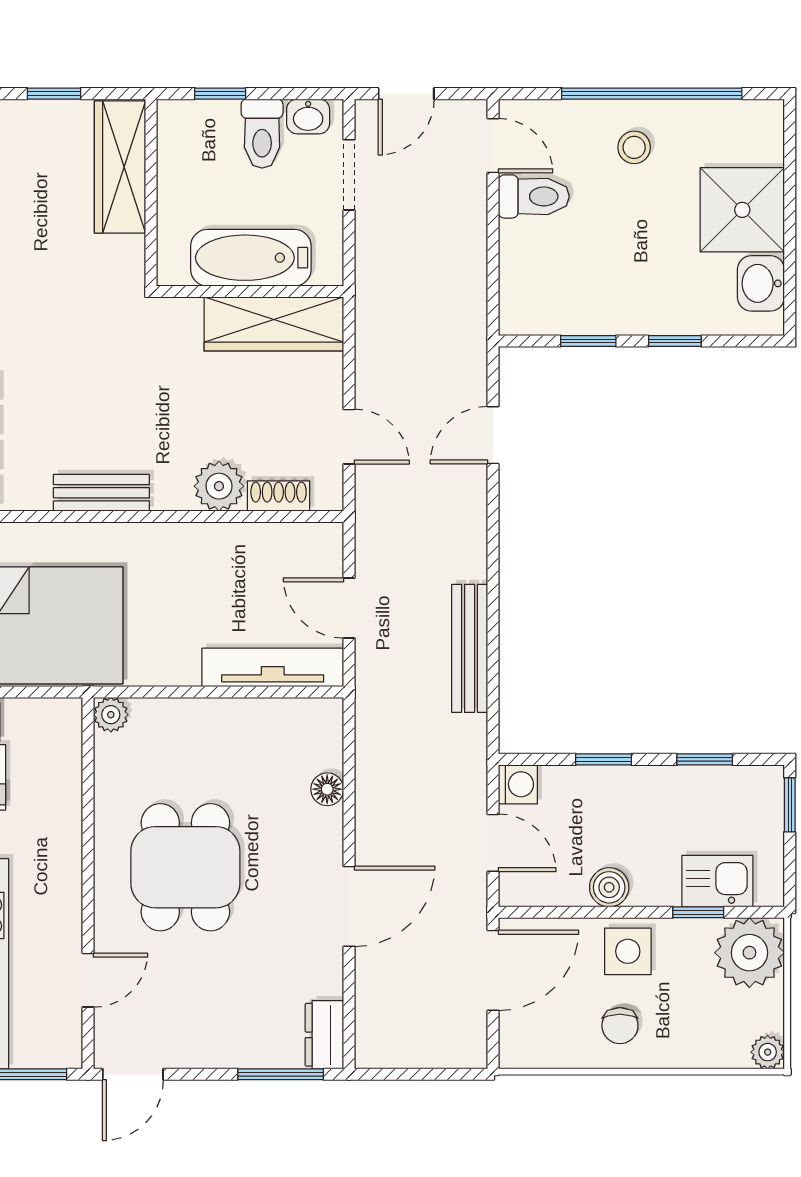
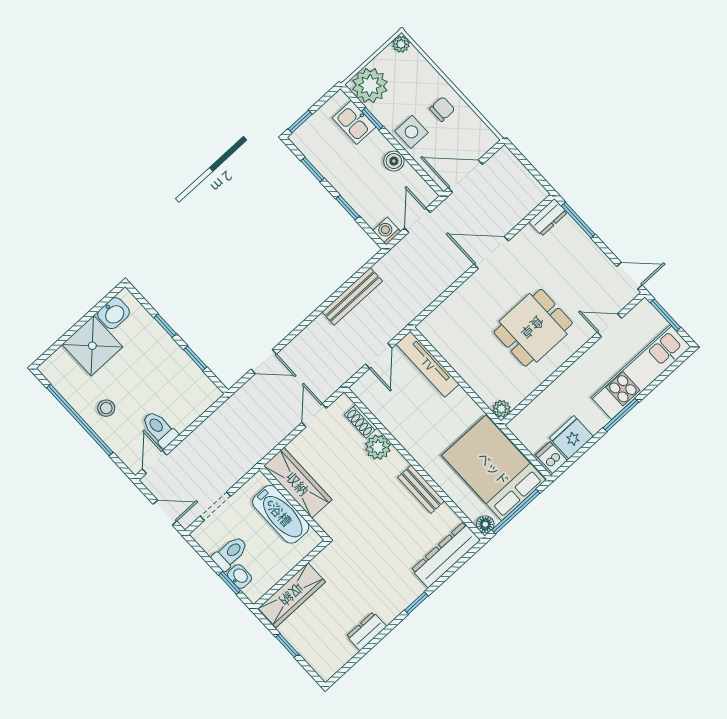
washbasin: (308, 116) -> (240, 576), moved
floor lamp: (327, 789) -> (455, 301), removed

